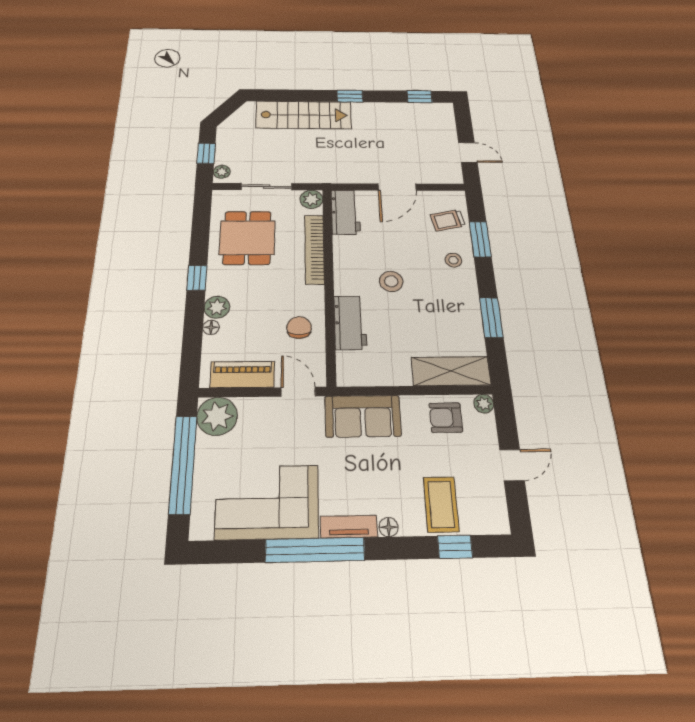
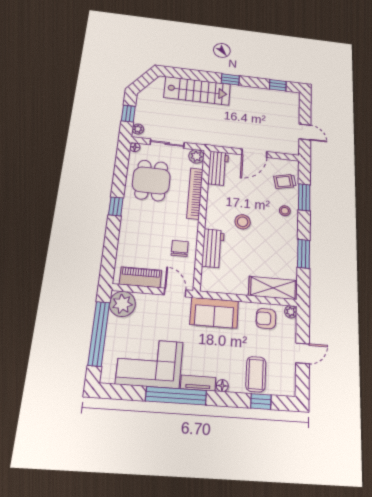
plant: (217, 307) -> (128, 229), removed
floor lamp: (211, 327) -> (135, 147), moved

